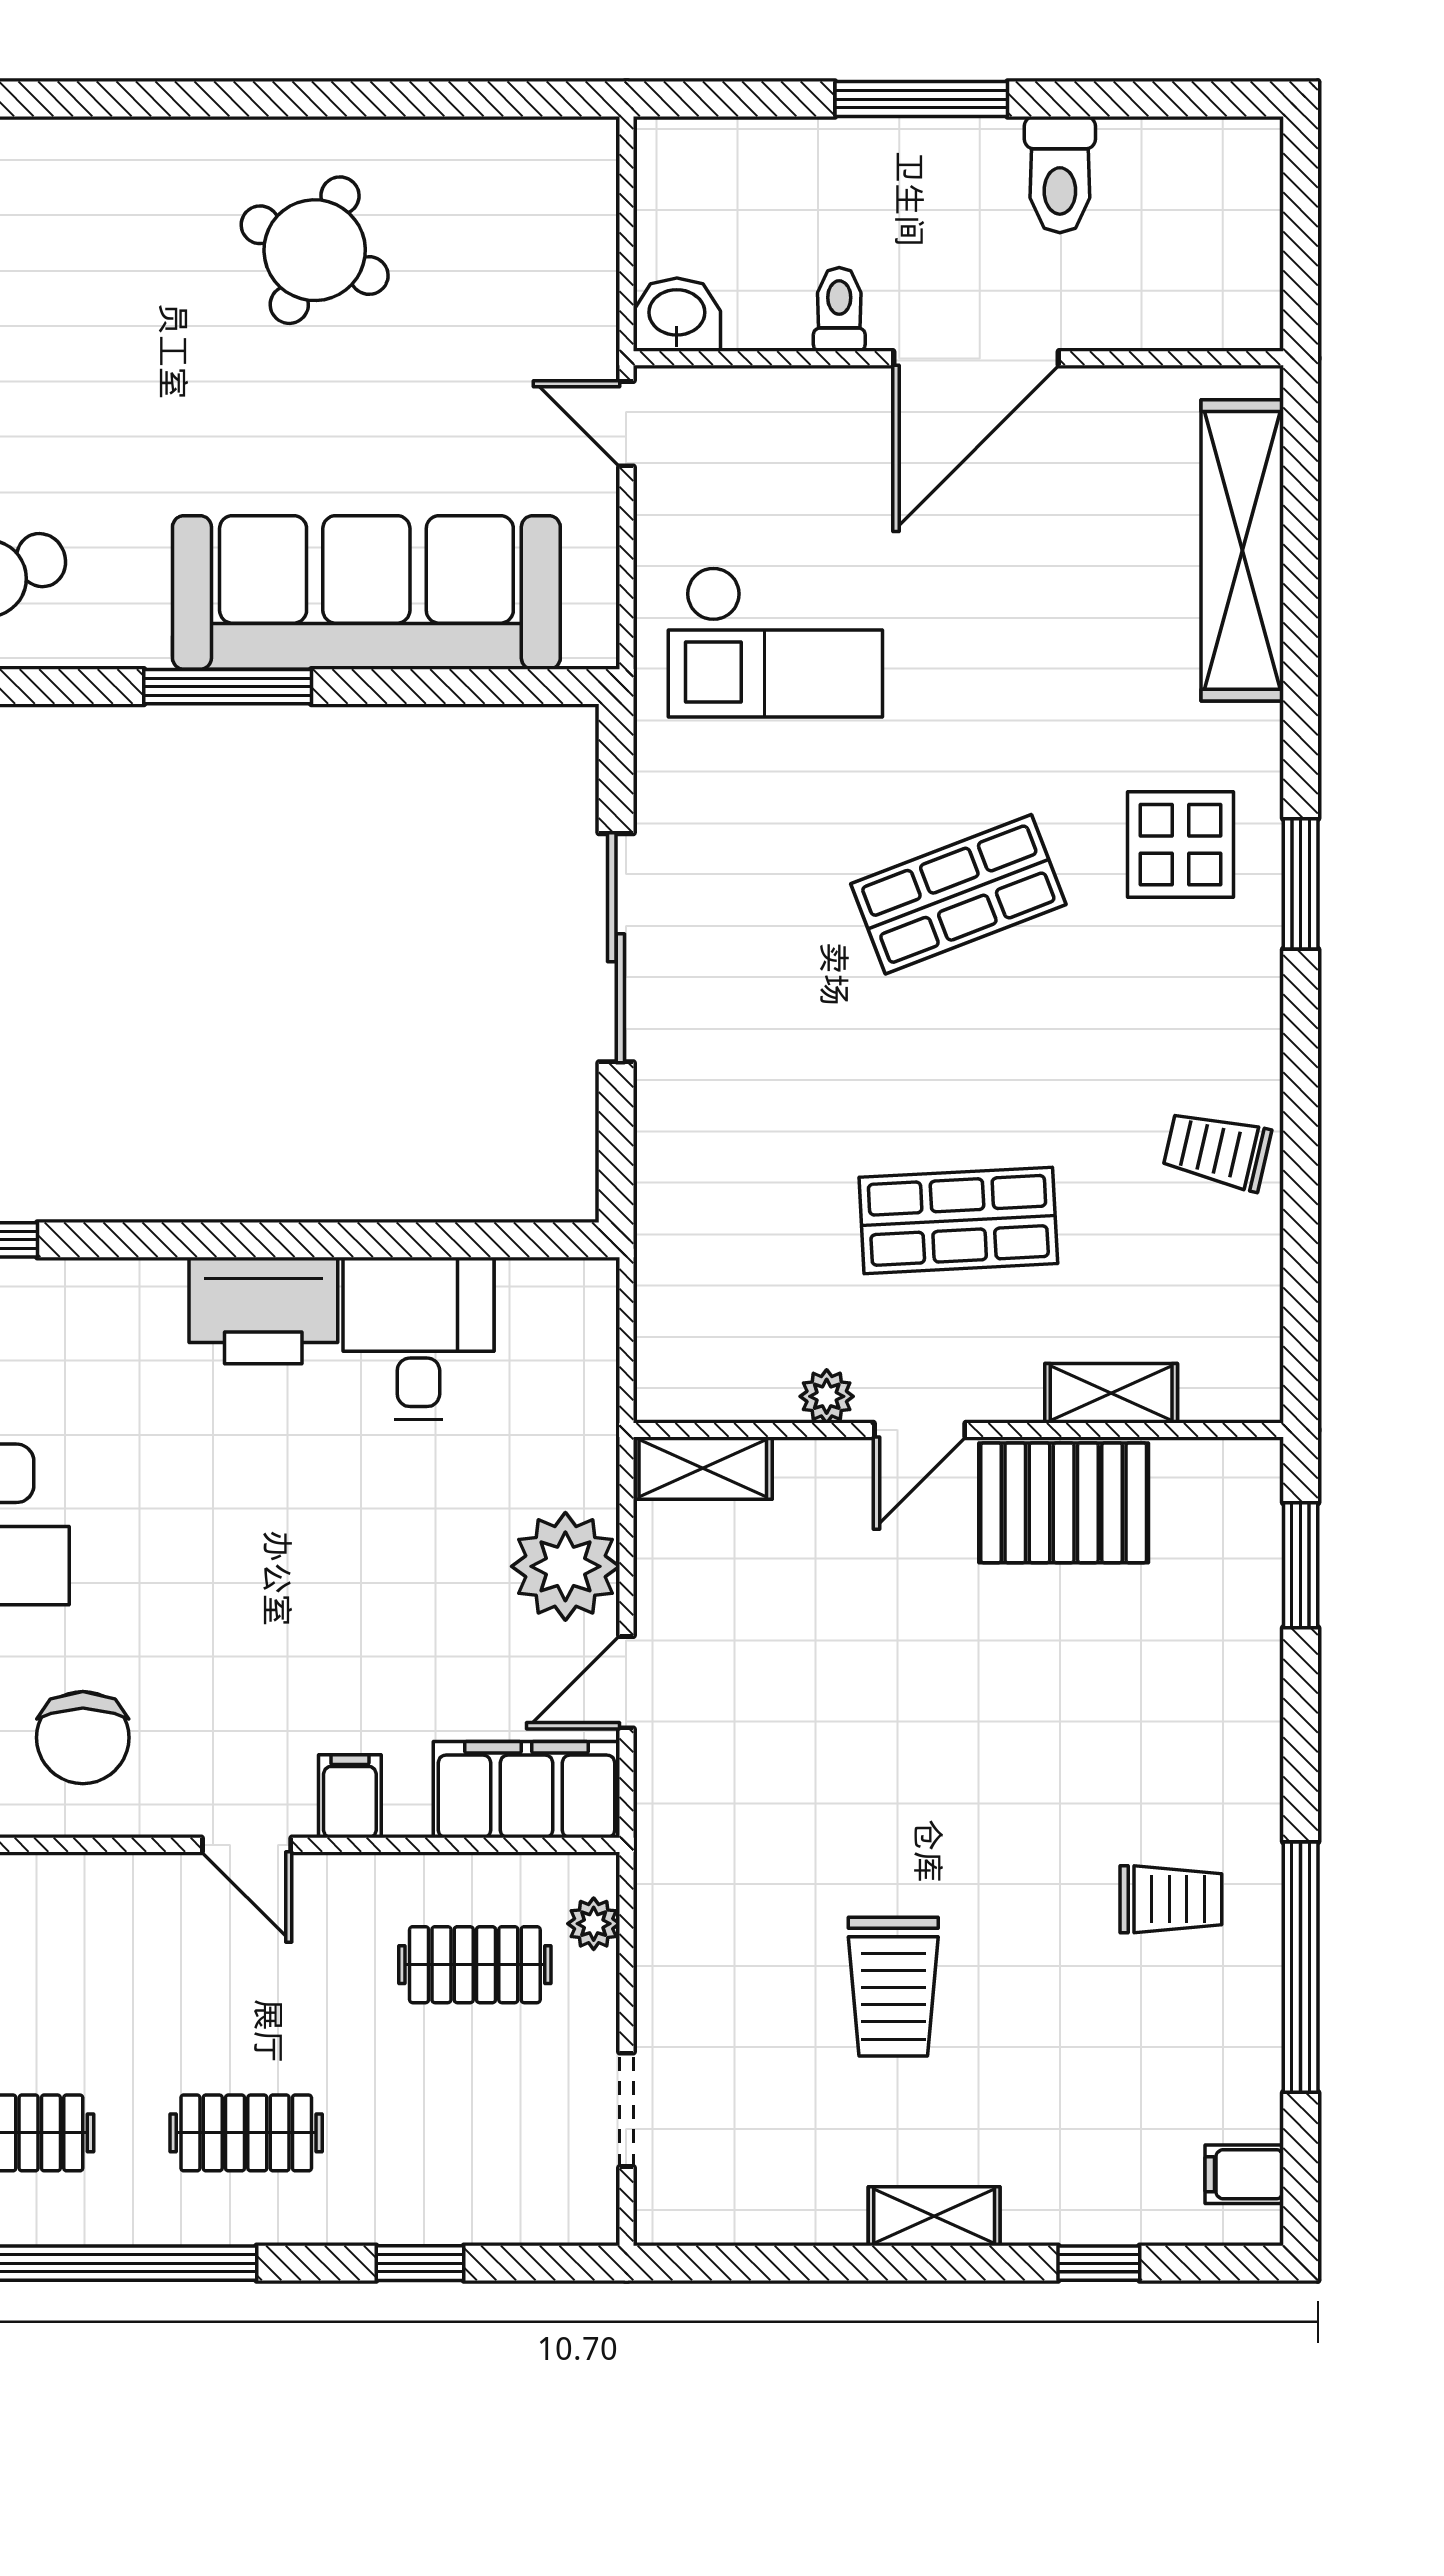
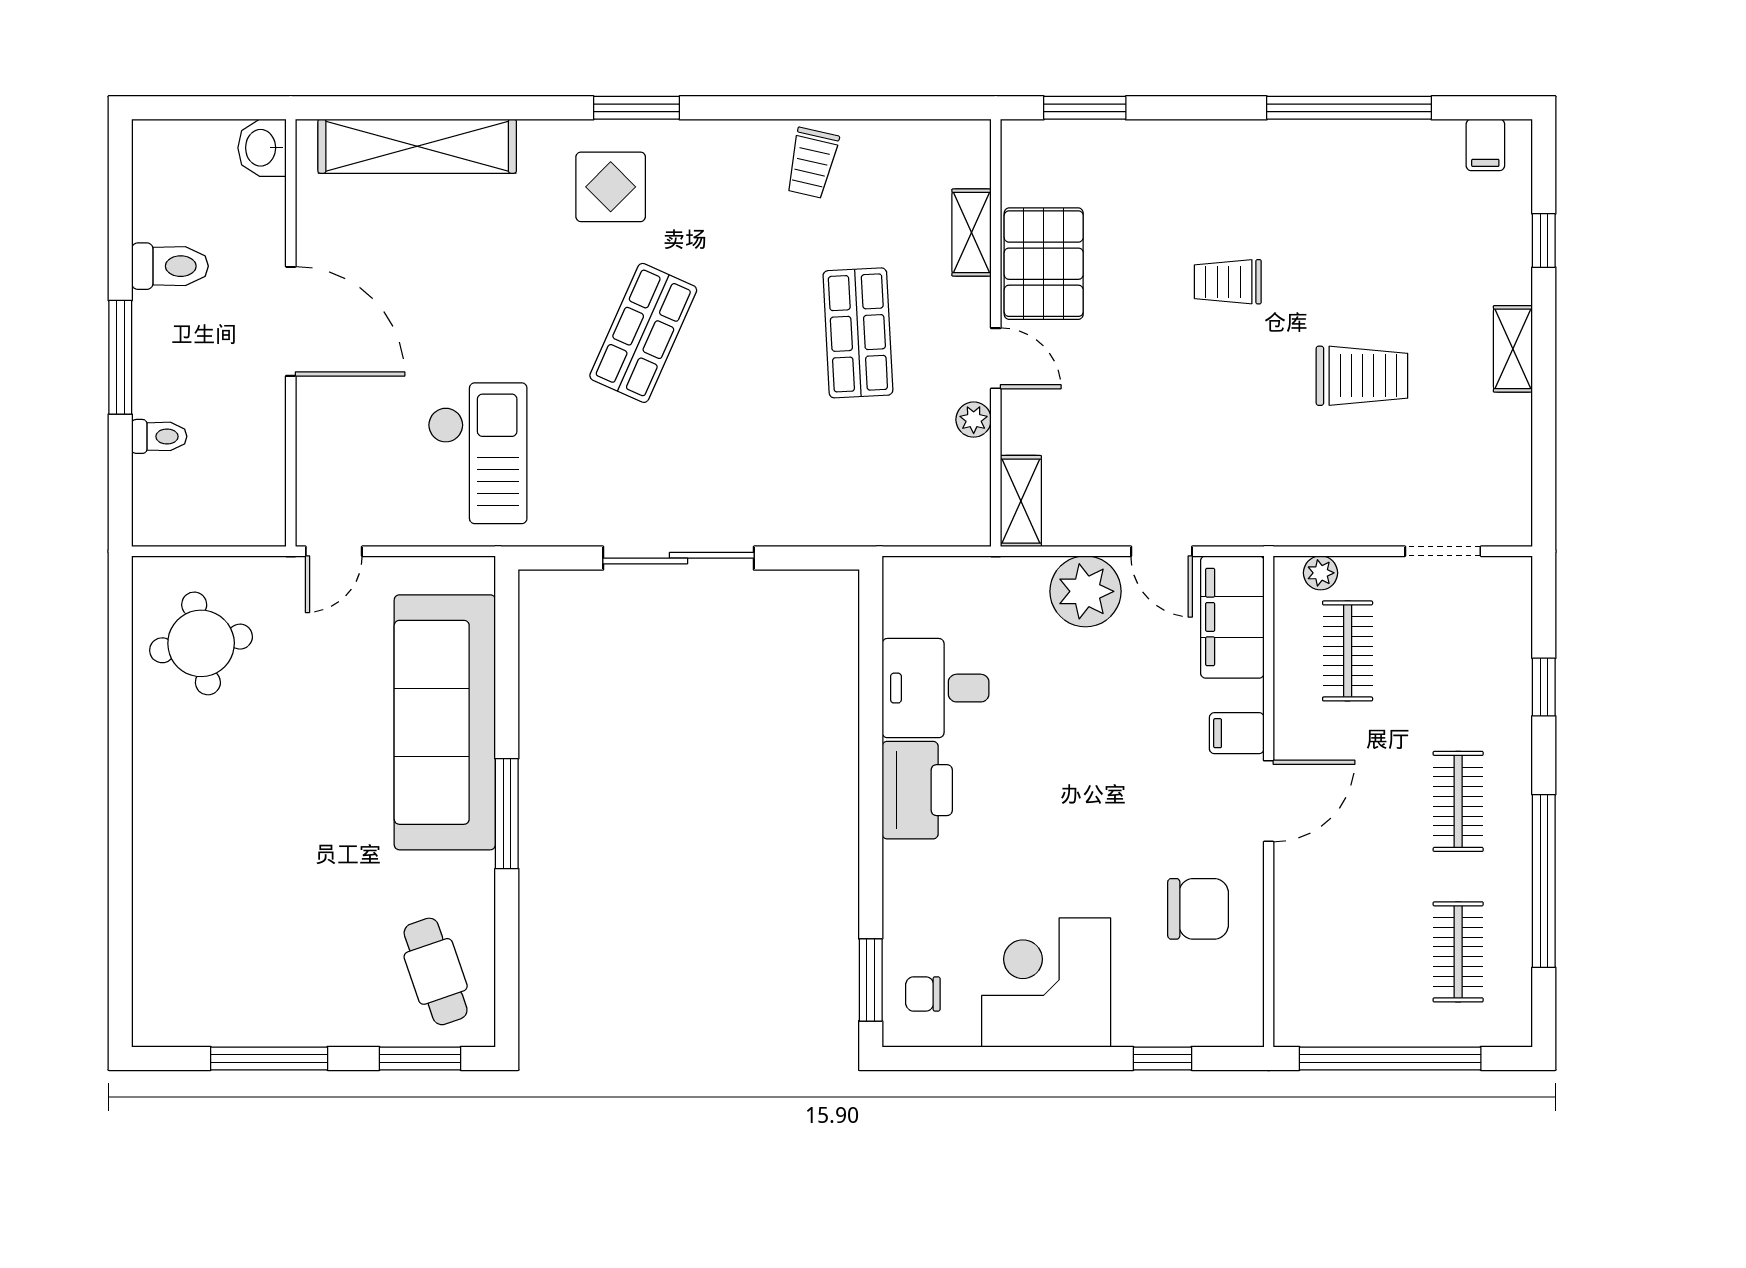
round table: (315, 250) -> (201, 643), moved, turned -35
toilet: (839, 309) -> (159, 436), moved, turned 180
washbasin: (677, 315) -> (262, 148), moved
shop shelf: (958, 894) -> (643, 333), turned 45
door: (247, 1845) -> (1269, 801), width x1.38
trolley: (1171, 1899) -> (1228, 282), moved, turned -90

